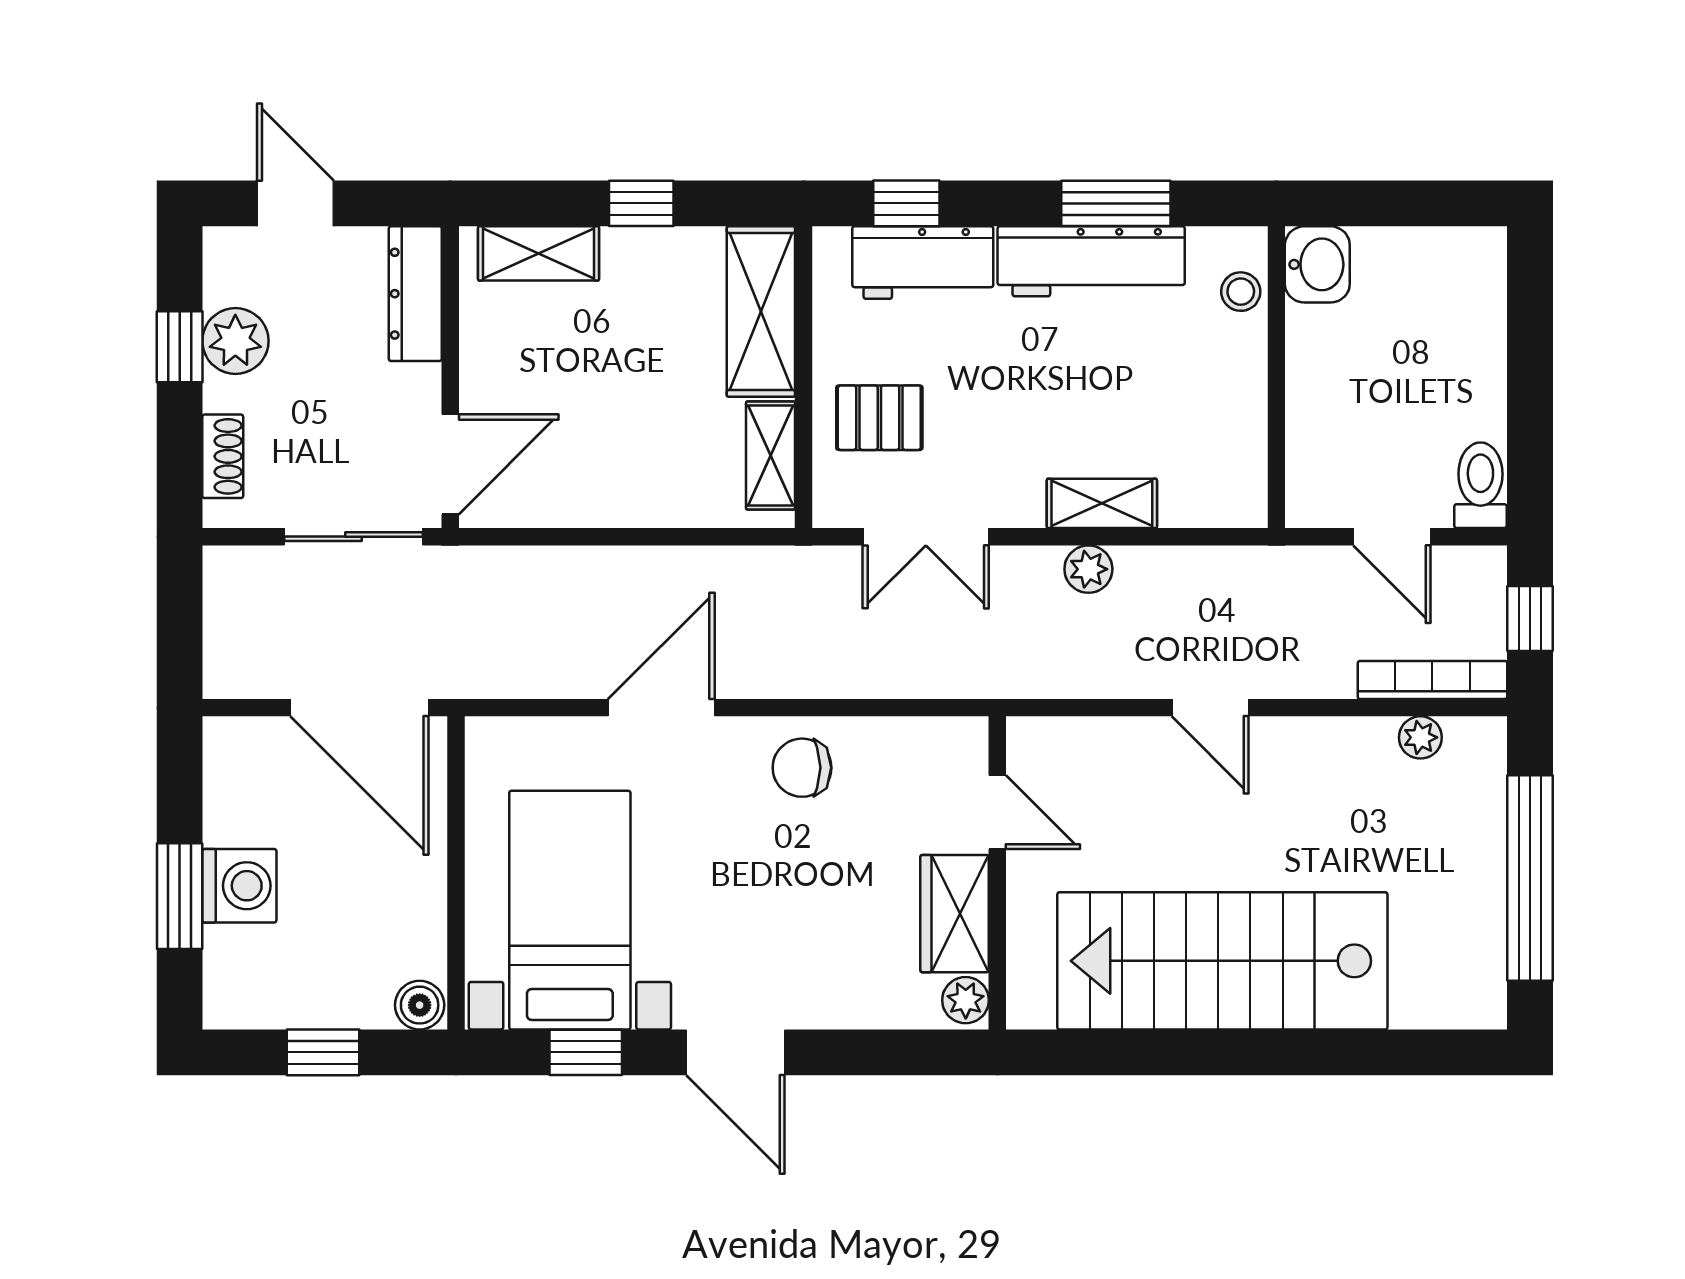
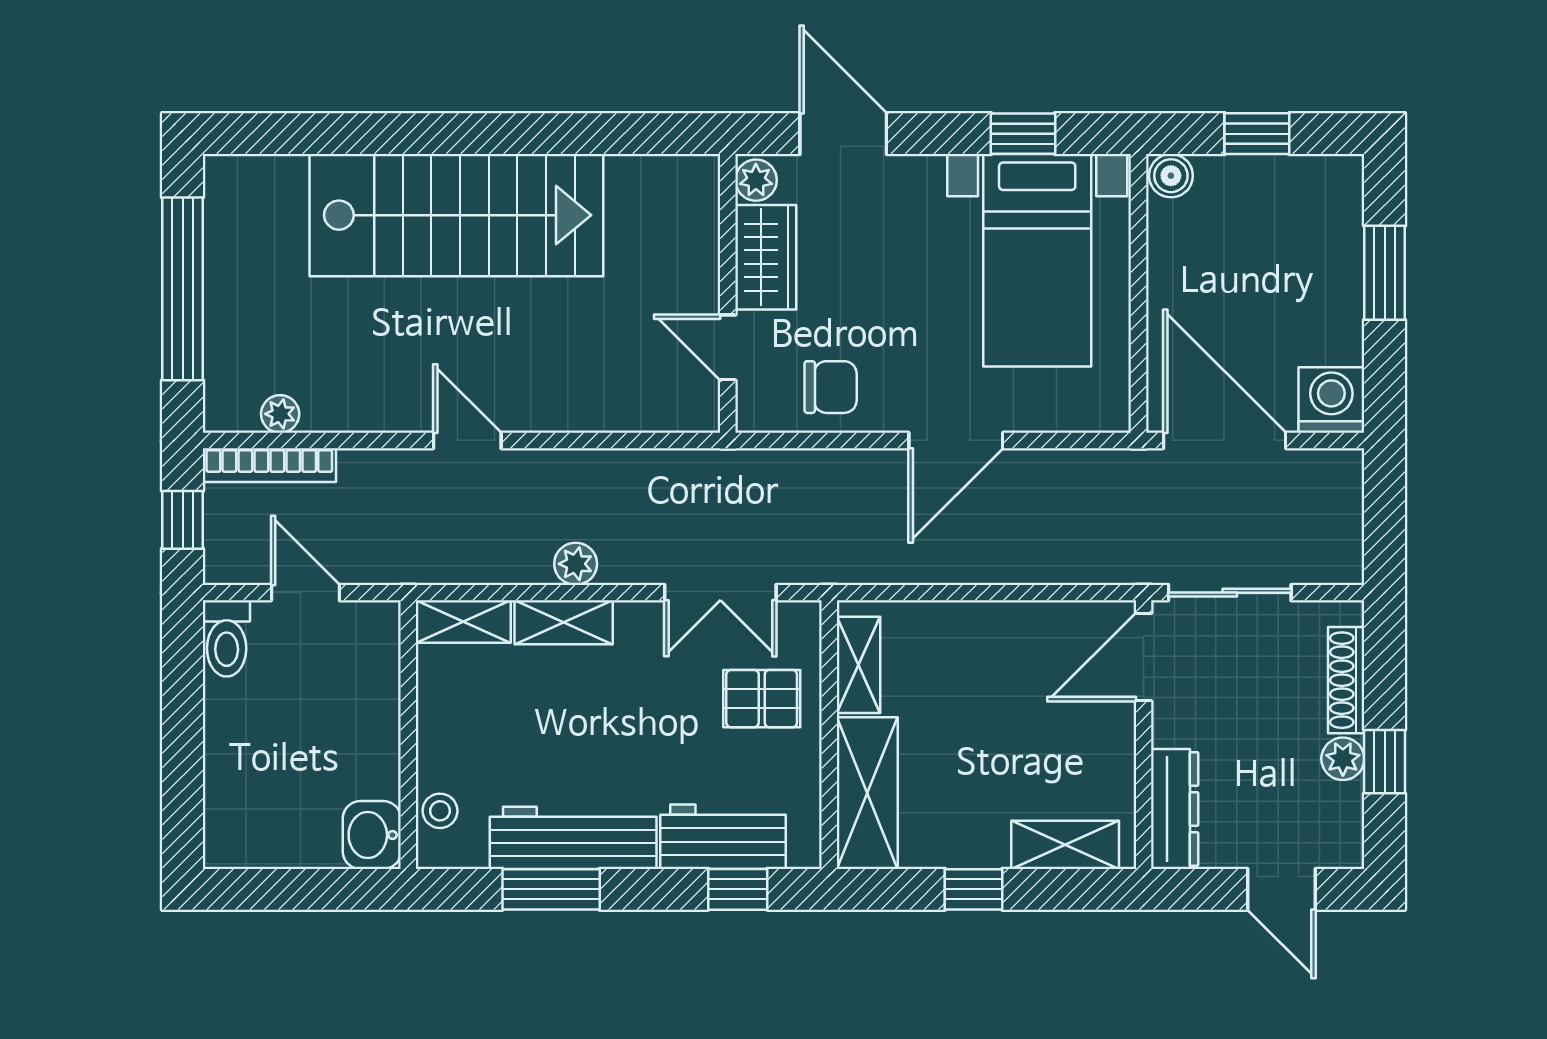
plant: (235, 341) -> (1343, 759), width x0.73, depth x0.73
shoe rack: (223, 456) -> (1346, 680), width x1.43
shelving: (1215, 504) -> (463, 622), added
double door: (926, 537) -> (720, 593), swing flipped
door: (997, 812) -> (728, 347), moved
wall: (997, 873) -> (728, 293), moved
washing machine: (239, 886) -> (1331, 400), moved, turned 90
wardrobe: (955, 914) -> (766, 257), moved
plant: (966, 1000) -> (756, 180), moved
door: (735, 1052) -> (843, 134), moved

